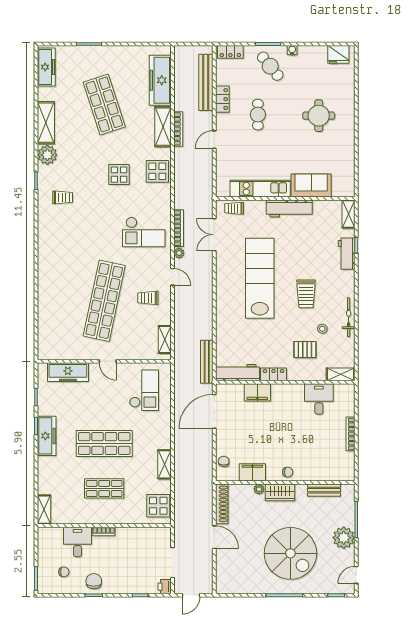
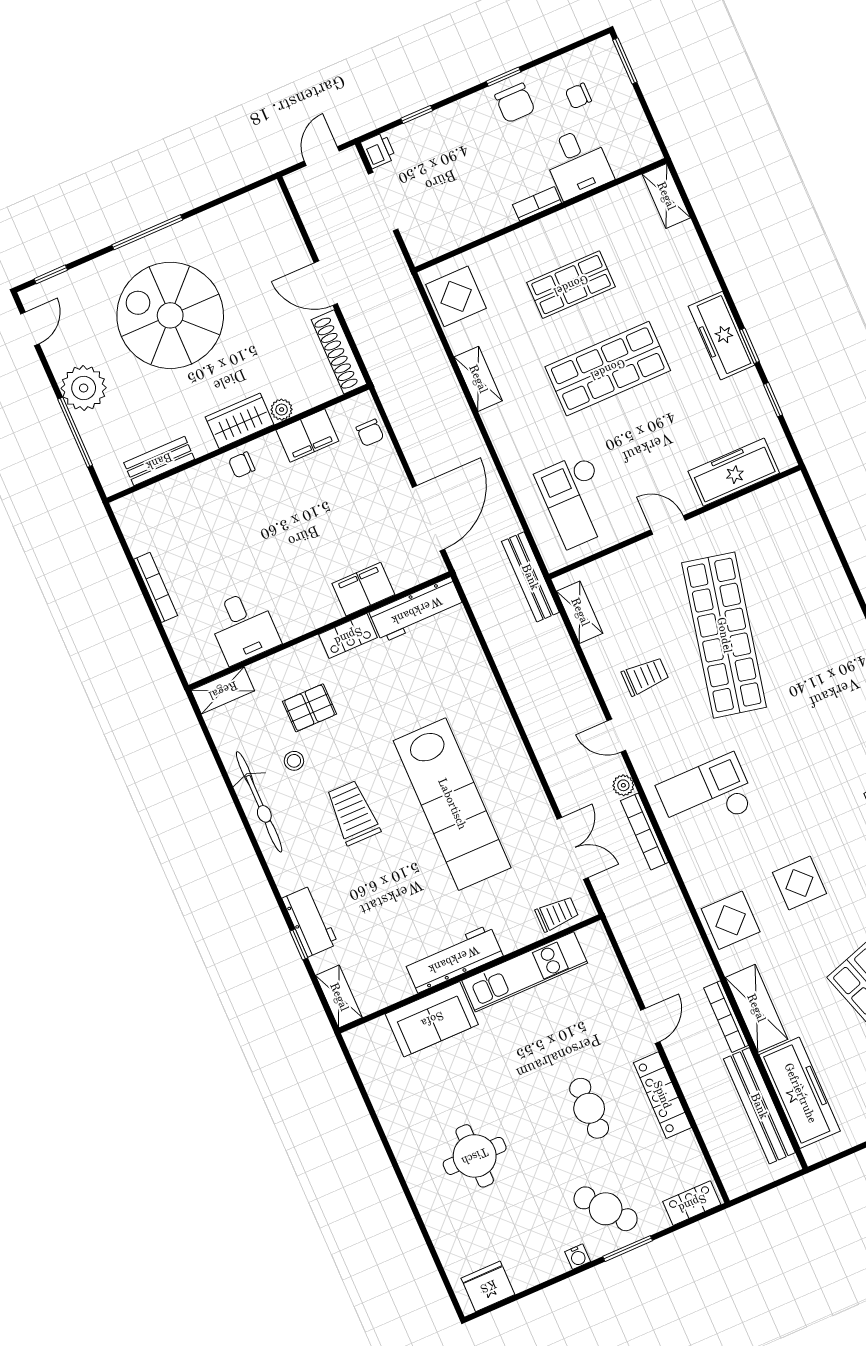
bench: (206, 82) -> (759, 1106), moved
locker: (222, 99) -> (662, 1095), width x1.53
bicycle: (349, 317) -> (259, 802), width x1.37, depth x1.40
bench: (207, 362) -> (530, 577), moved

